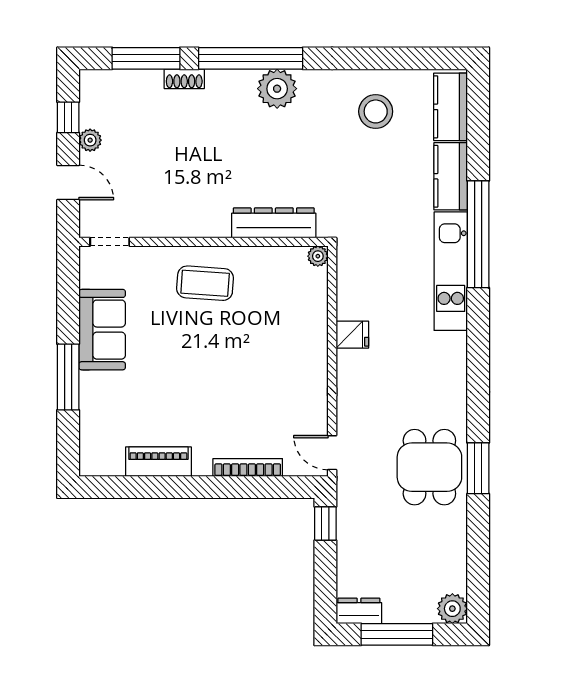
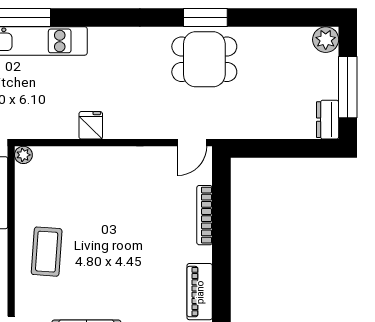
window: (325, 523) -> (253, 148), removed

